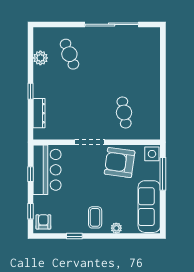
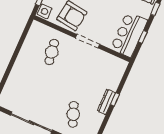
plant: (40, 58) -> (96, 121), removed
dresser: (39, 113) -> (106, 102), moved

